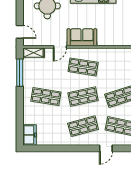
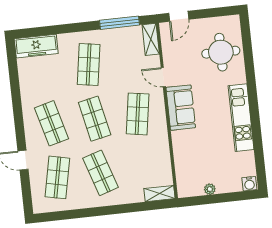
freezer: (29, 135) -> (36, 46), width x1.40

